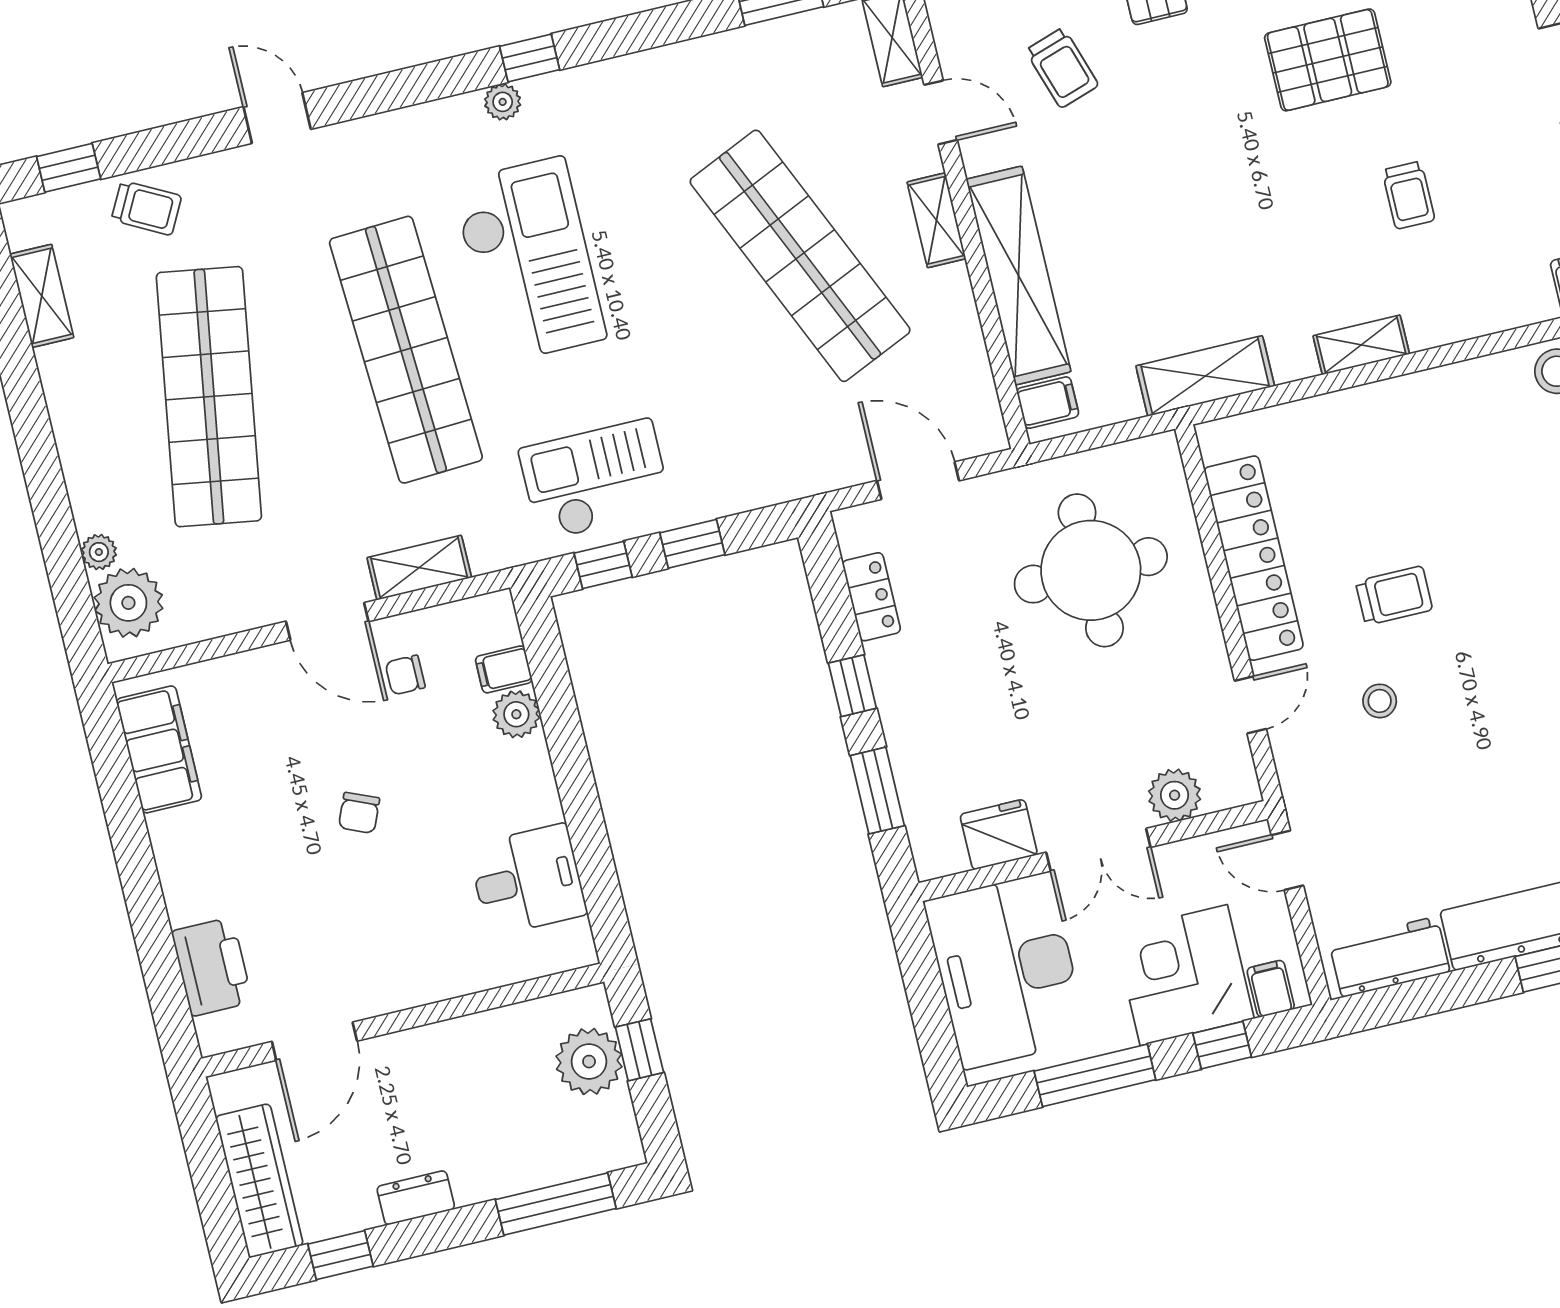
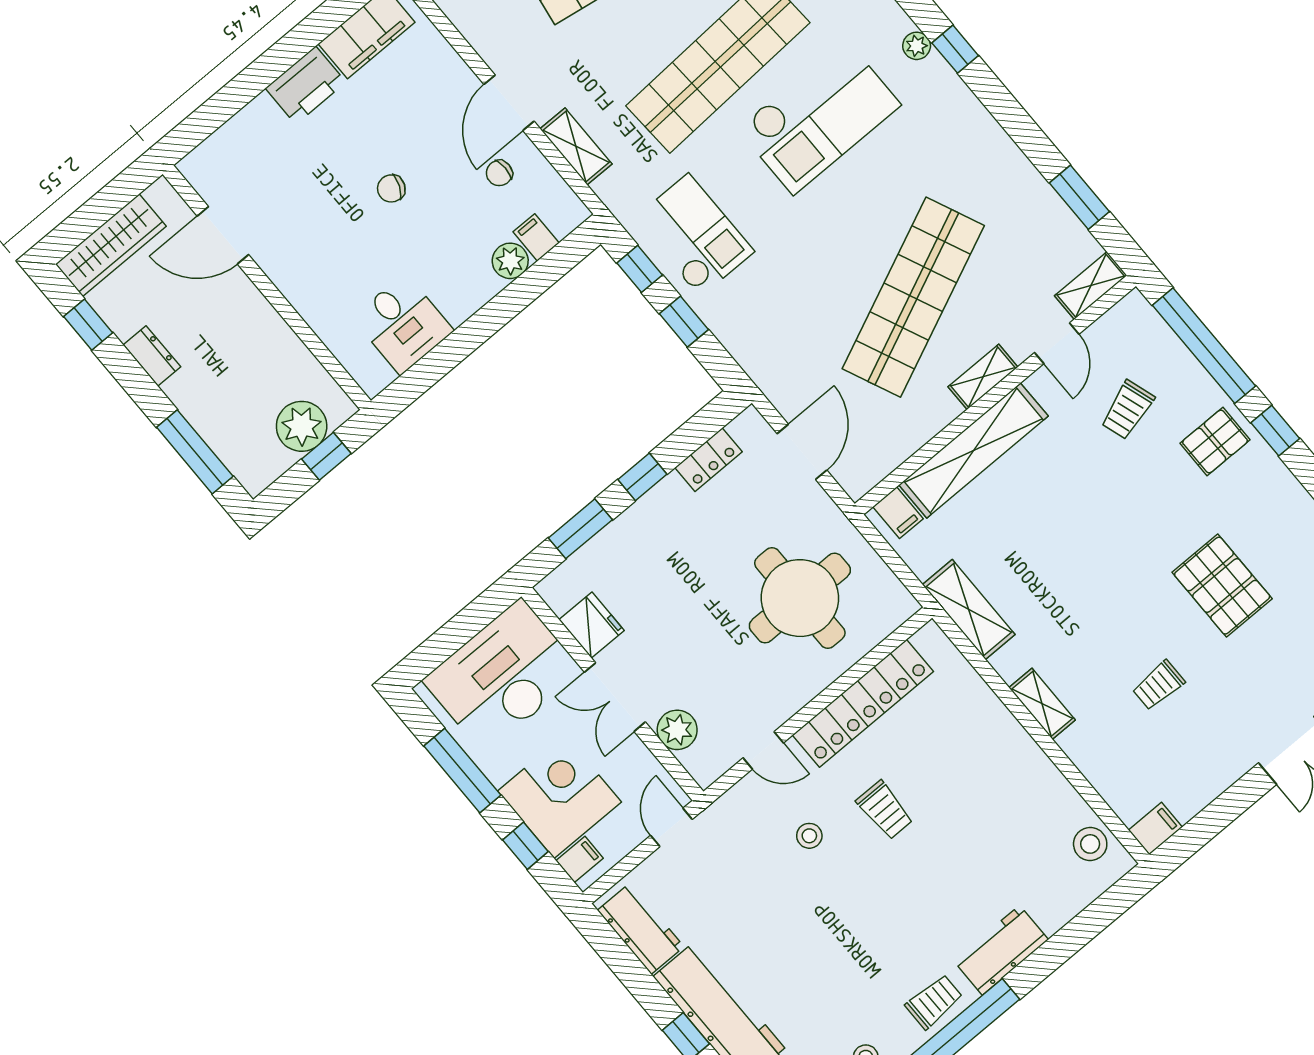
chair: (405, 675) -> (499, 173), turned -90
printer: (212, 967) -> (306, 85), moved

